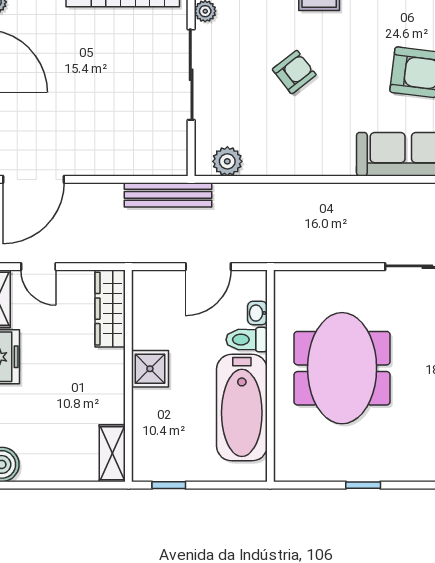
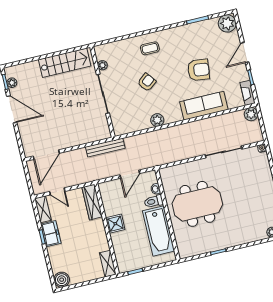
plant: (227, 161) -> (157, 120), moved
meeting table: (342, 368) -> (197, 204), turned 90

